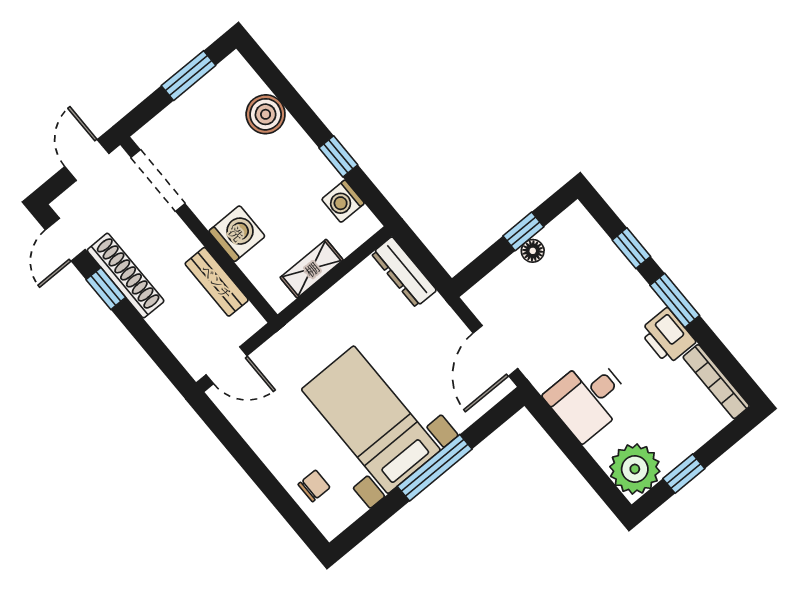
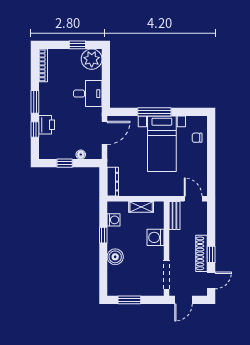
boiler: (266, 114) -> (115, 257), moved
floor lamp: (533, 251) -> (81, 155), moved
bench: (217, 282) -> (174, 215), moved
printer: (667, 336) -> (47, 125), moved

